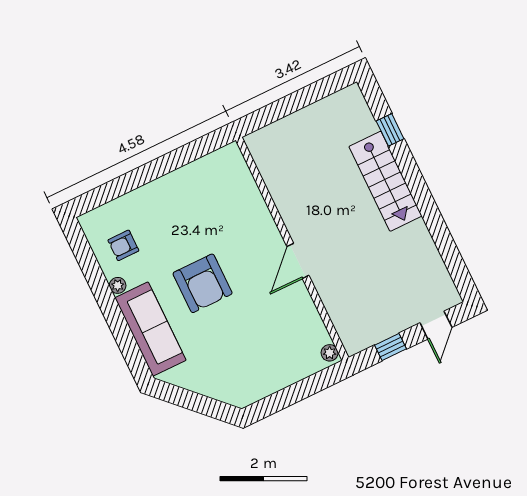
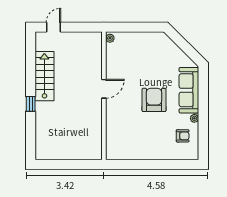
window: (390, 130) -> (31, 104), moved
stairs: (385, 181) -> (44, 76), moved
window: (391, 347) -> (80, 27), removed

